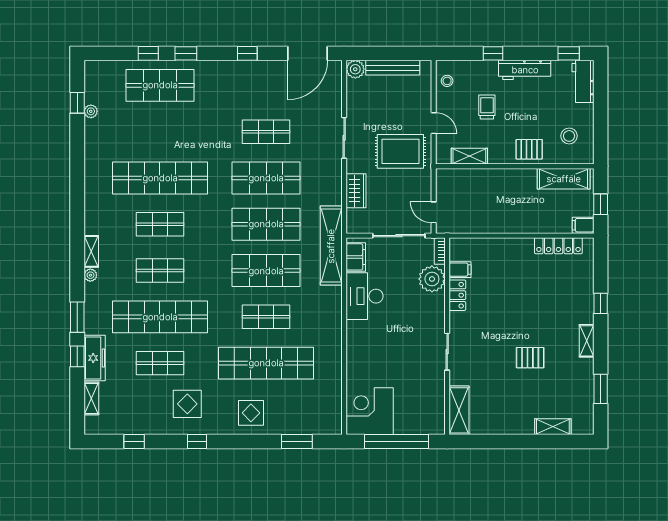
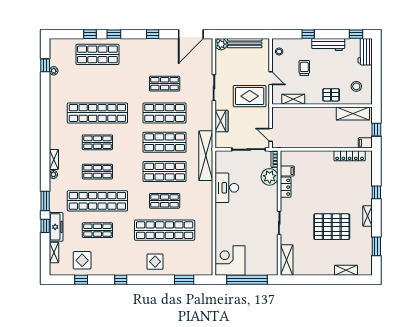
filing cabinet: (356, 257) -> (221, 163), removed
pallet: (530, 358) -> (332, 227), width x2.05, depth x2.00
display table: (187, 404) -> (82, 260), moved

